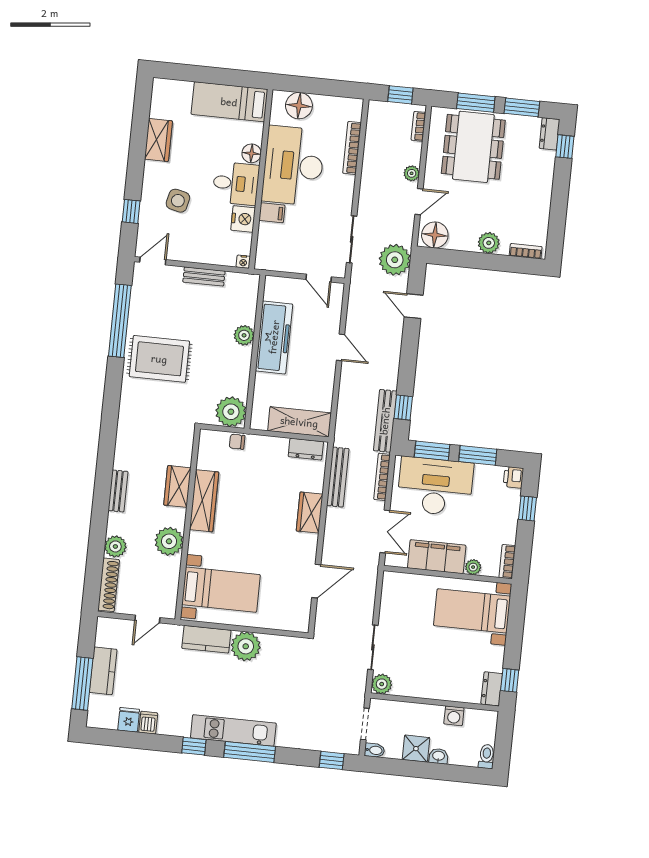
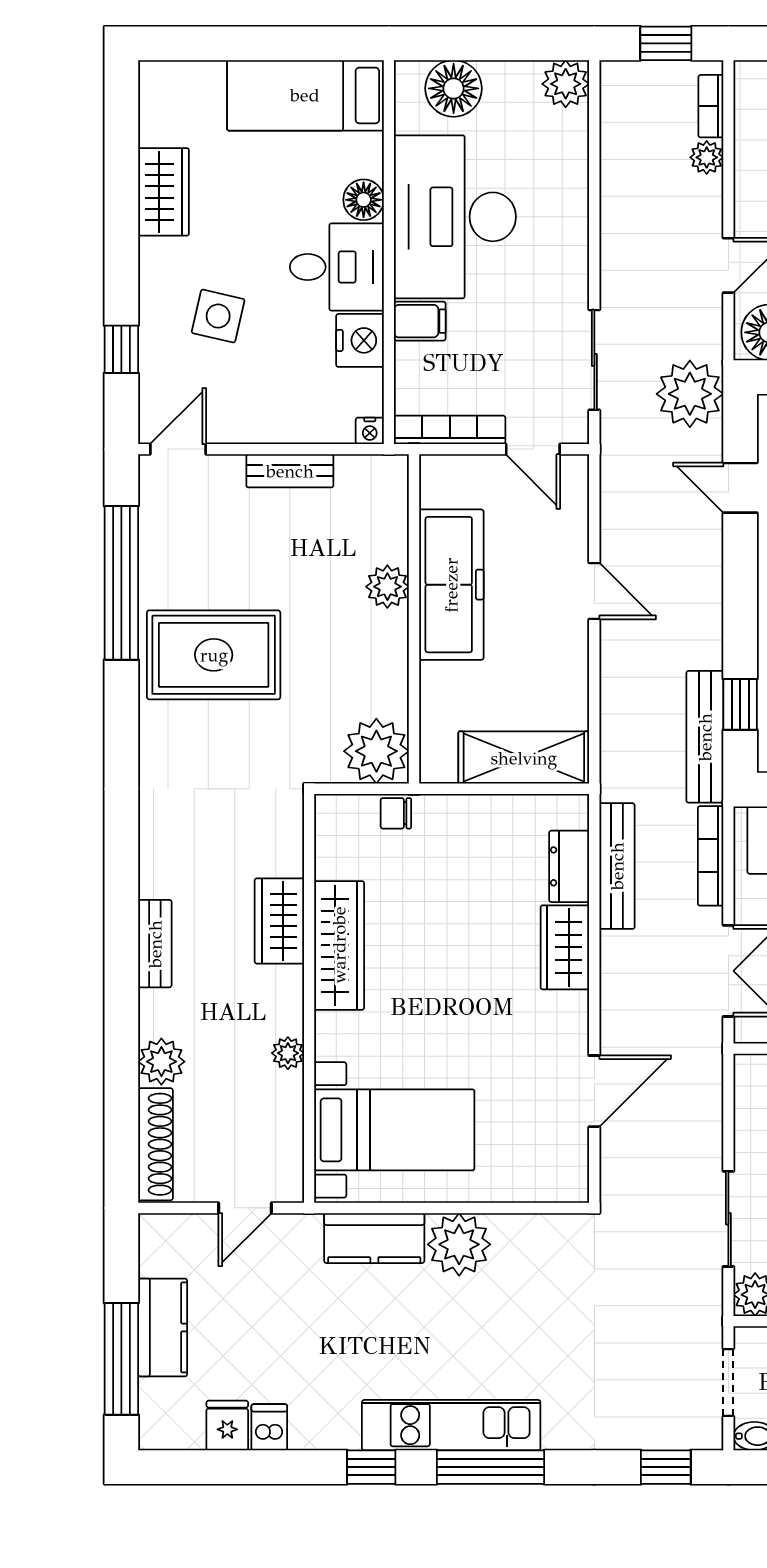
plant: (352, 109) -> (566, 84), added
bookcase: (352, 148) -> (450, 430), moved, turned 90
plant: (412, 173) -> (707, 157), moved
dresser: (306, 449) -> (569, 866), moved, turned 90
plant: (169, 541) -> (288, 1053), width x0.53, depth x0.53

